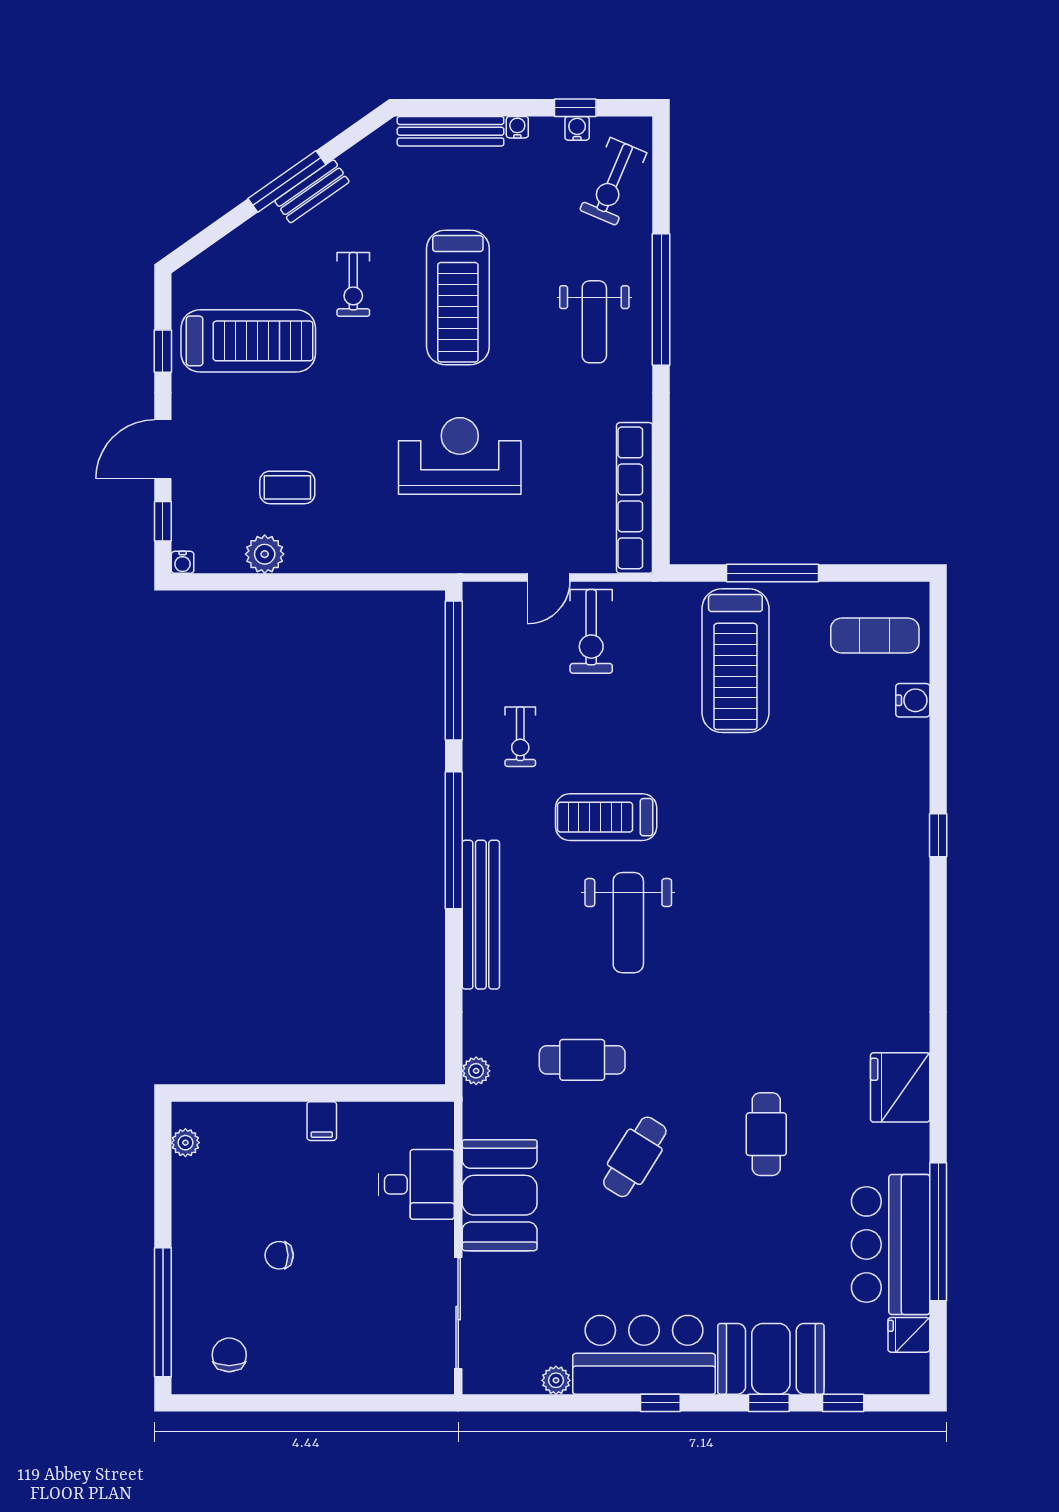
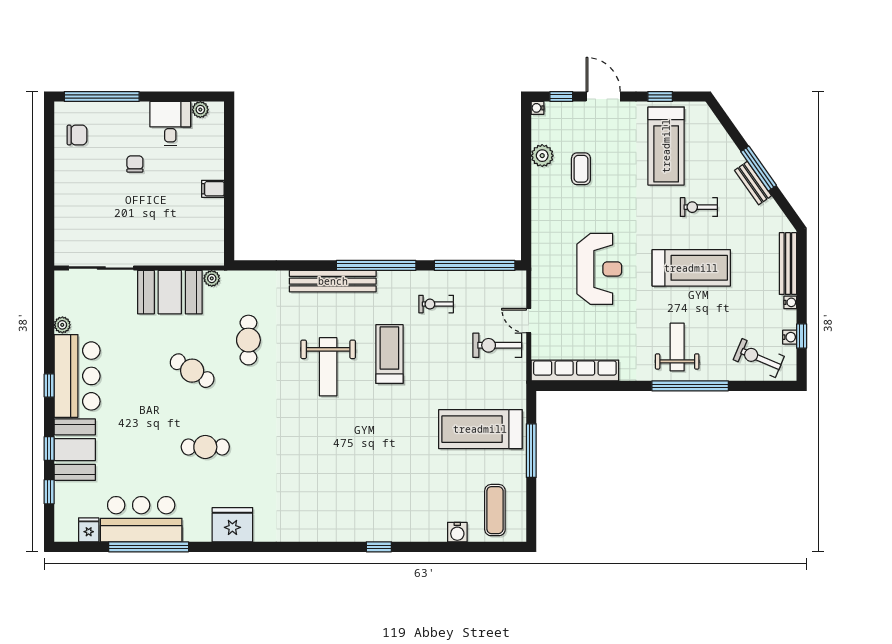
treadmill: (458, 297) -> (691, 268), turned 180
weight bench: (594, 322) -> (677, 347), turned 90
weight bench: (628, 923) -> (328, 367), turned -90
plant: (476, 1071) -> (212, 278), moved
desk: (416, 1184) -> (170, 123), moved, turned 180

